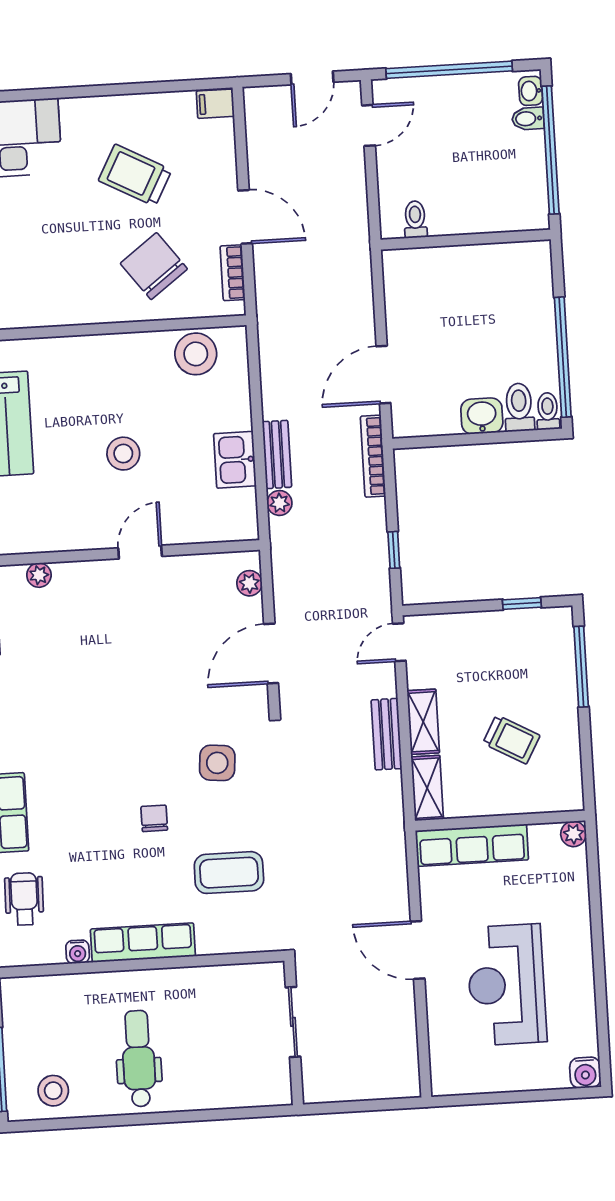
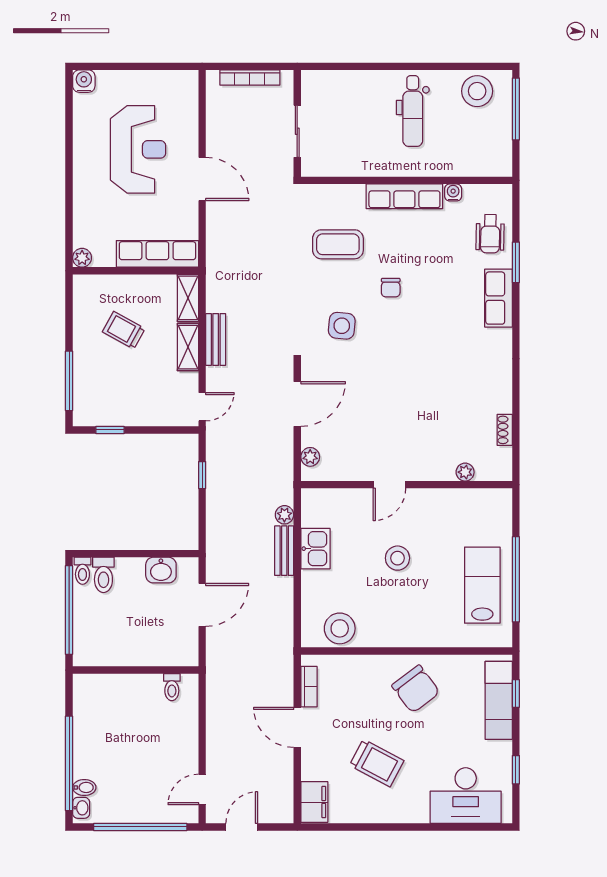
filing cabinet: (215, 104) -> (314, 802), width x2.00
toilet: (415, 219) -> (172, 687), moved
wall: (466, 240) -> (136, 670), moved
chair: (154, 266) -> (416, 689), moved
washbasin: (482, 416) -> (161, 570), moved
bookcase: (373, 456) -> (250, 78), moved, turned 90
stool: (53, 1091) -> (477, 91), width x1.38, depth x1.38

